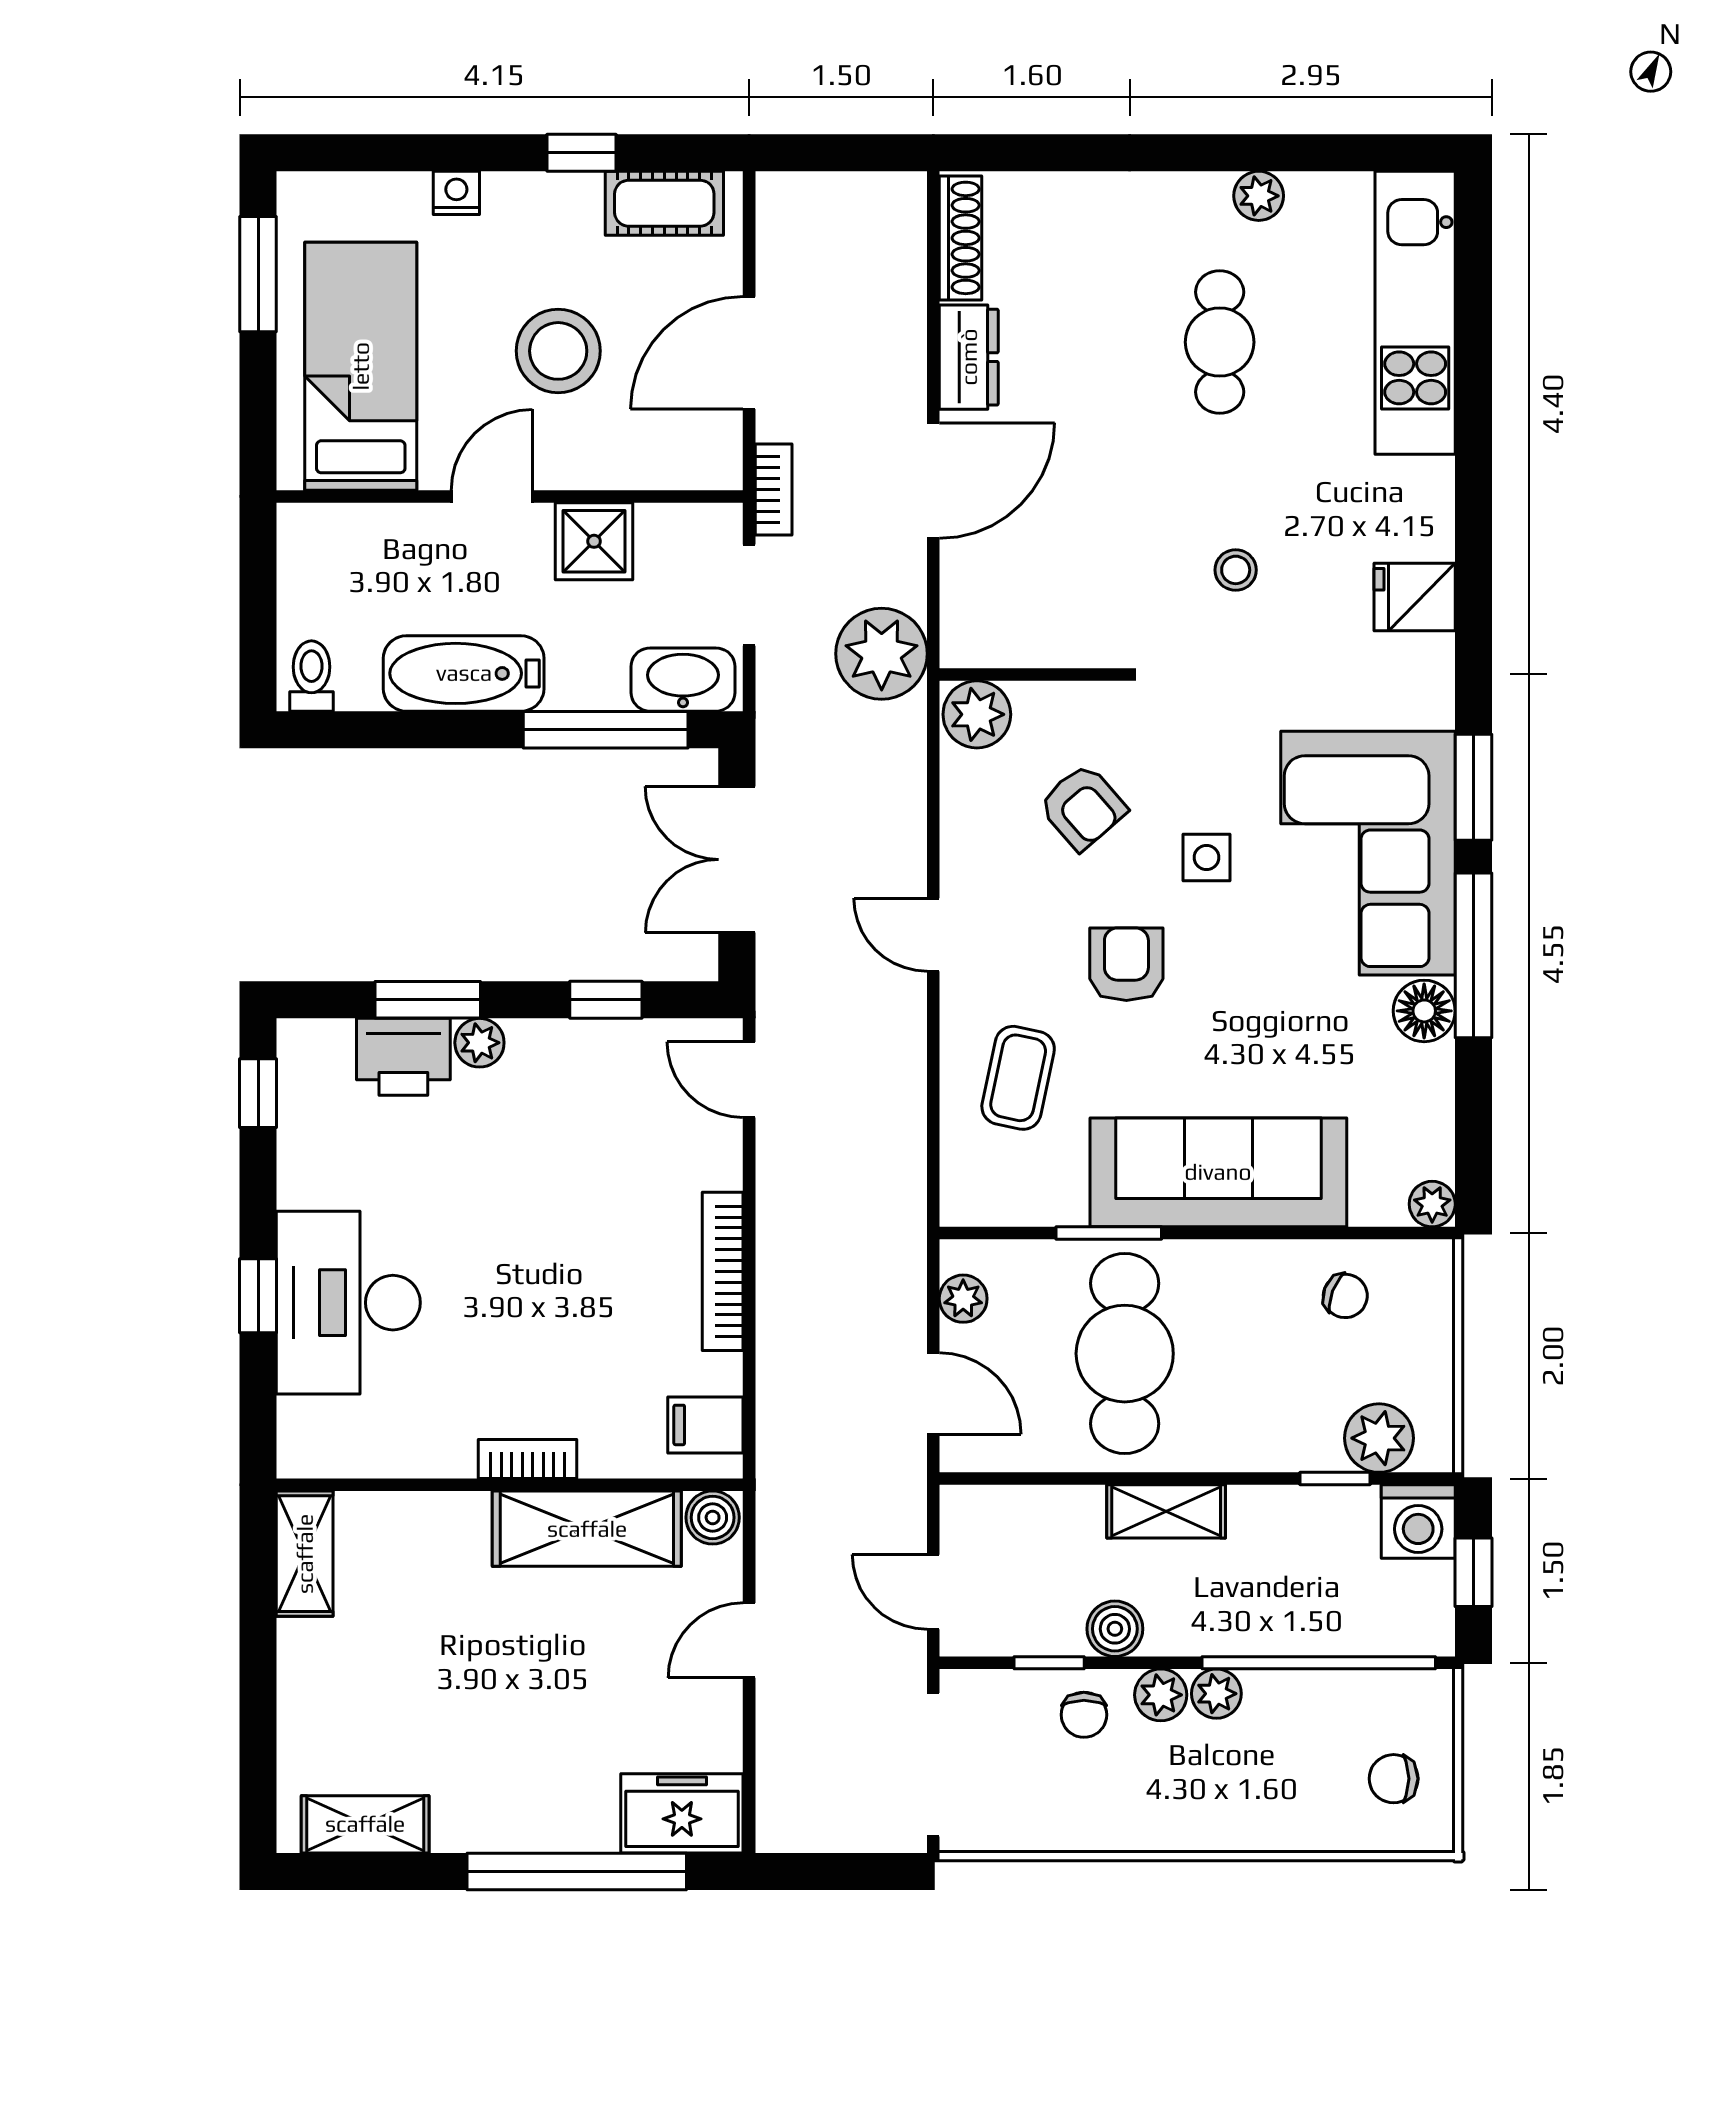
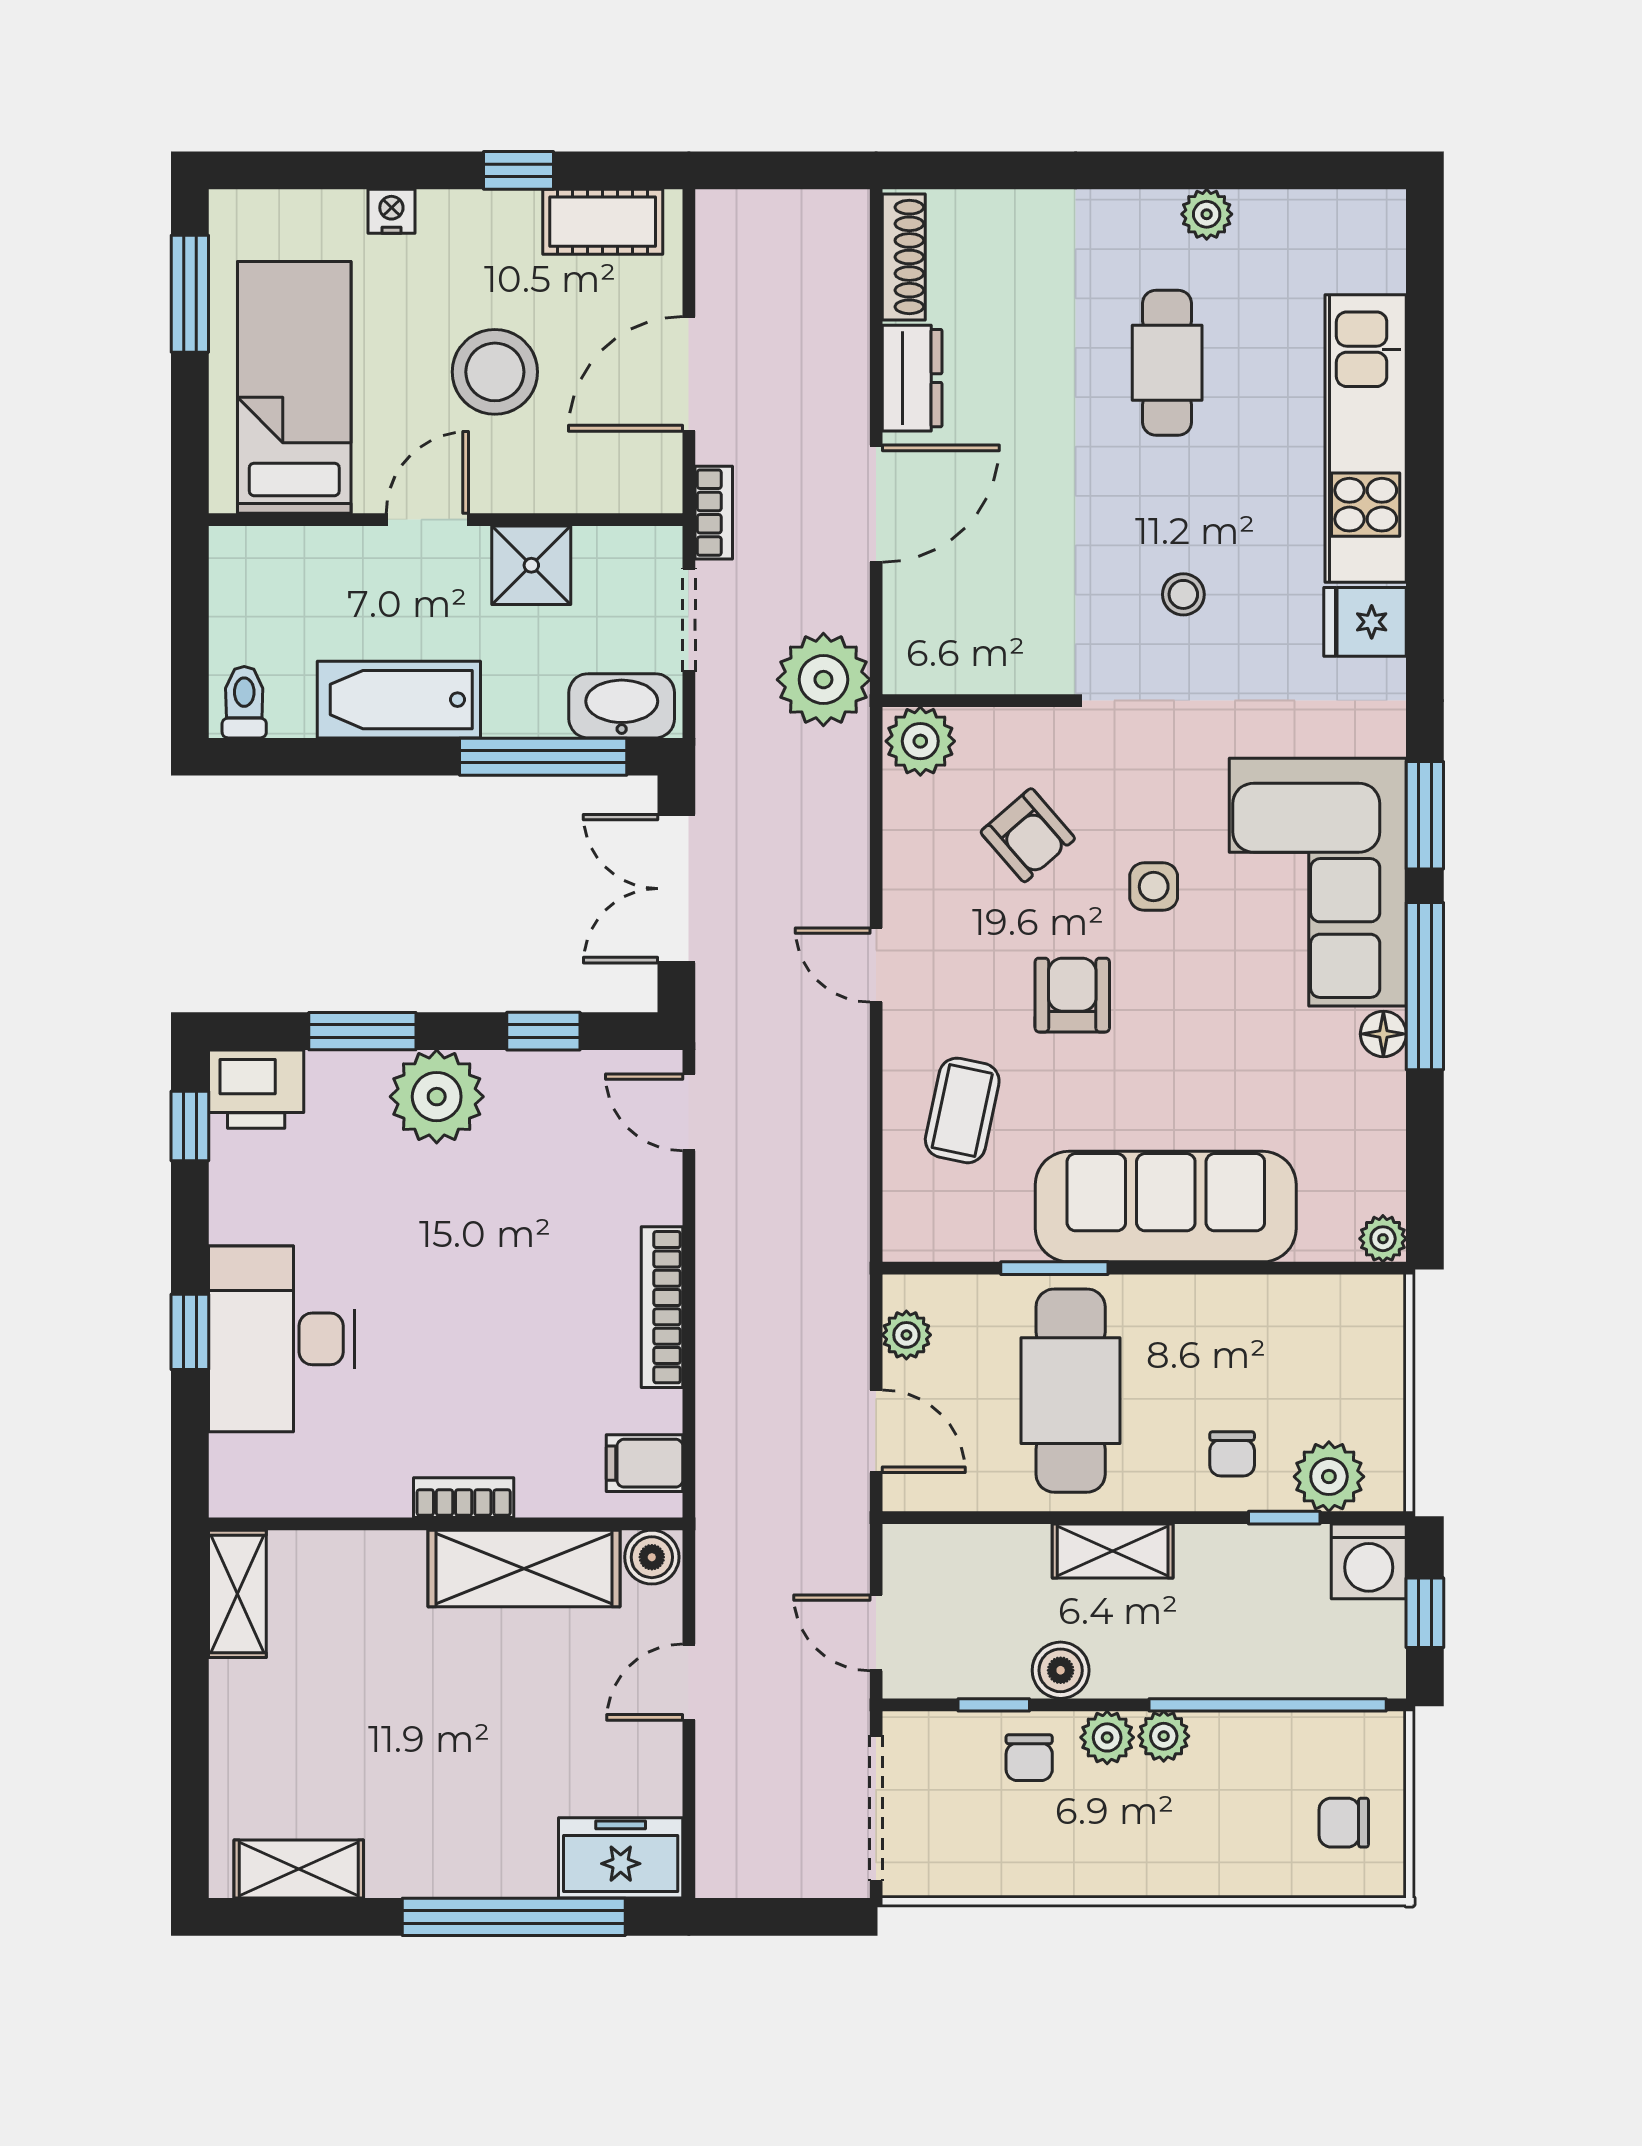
kitchen unit: (1415, 313) -> (1366, 438), moved
floor lamp: (1424, 1011) -> (1383, 1034), width x0.73, depth x0.73
plant: (479, 1043) -> (437, 1097), width x1.88, depth x1.88
printer: (403, 1057) -> (256, 1089), moved
chair: (1345, 1296) -> (1232, 1454), moved, turned 69

